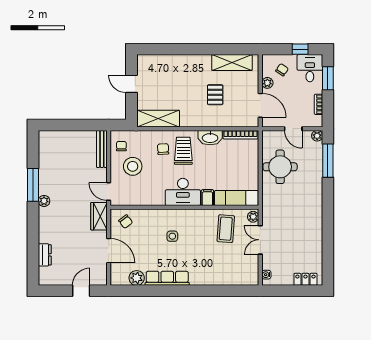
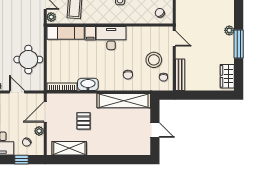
window: (300, 49) -> (21, 160), moved
door: (260, 105) -> (45, 112), hinge flipped
shelving: (158, 119) -> (124, 101), width x1.47
trolley: (183, 151) -> (111, 73), removed
wardrobe: (99, 216) -> (227, 76), moved, turned 180

